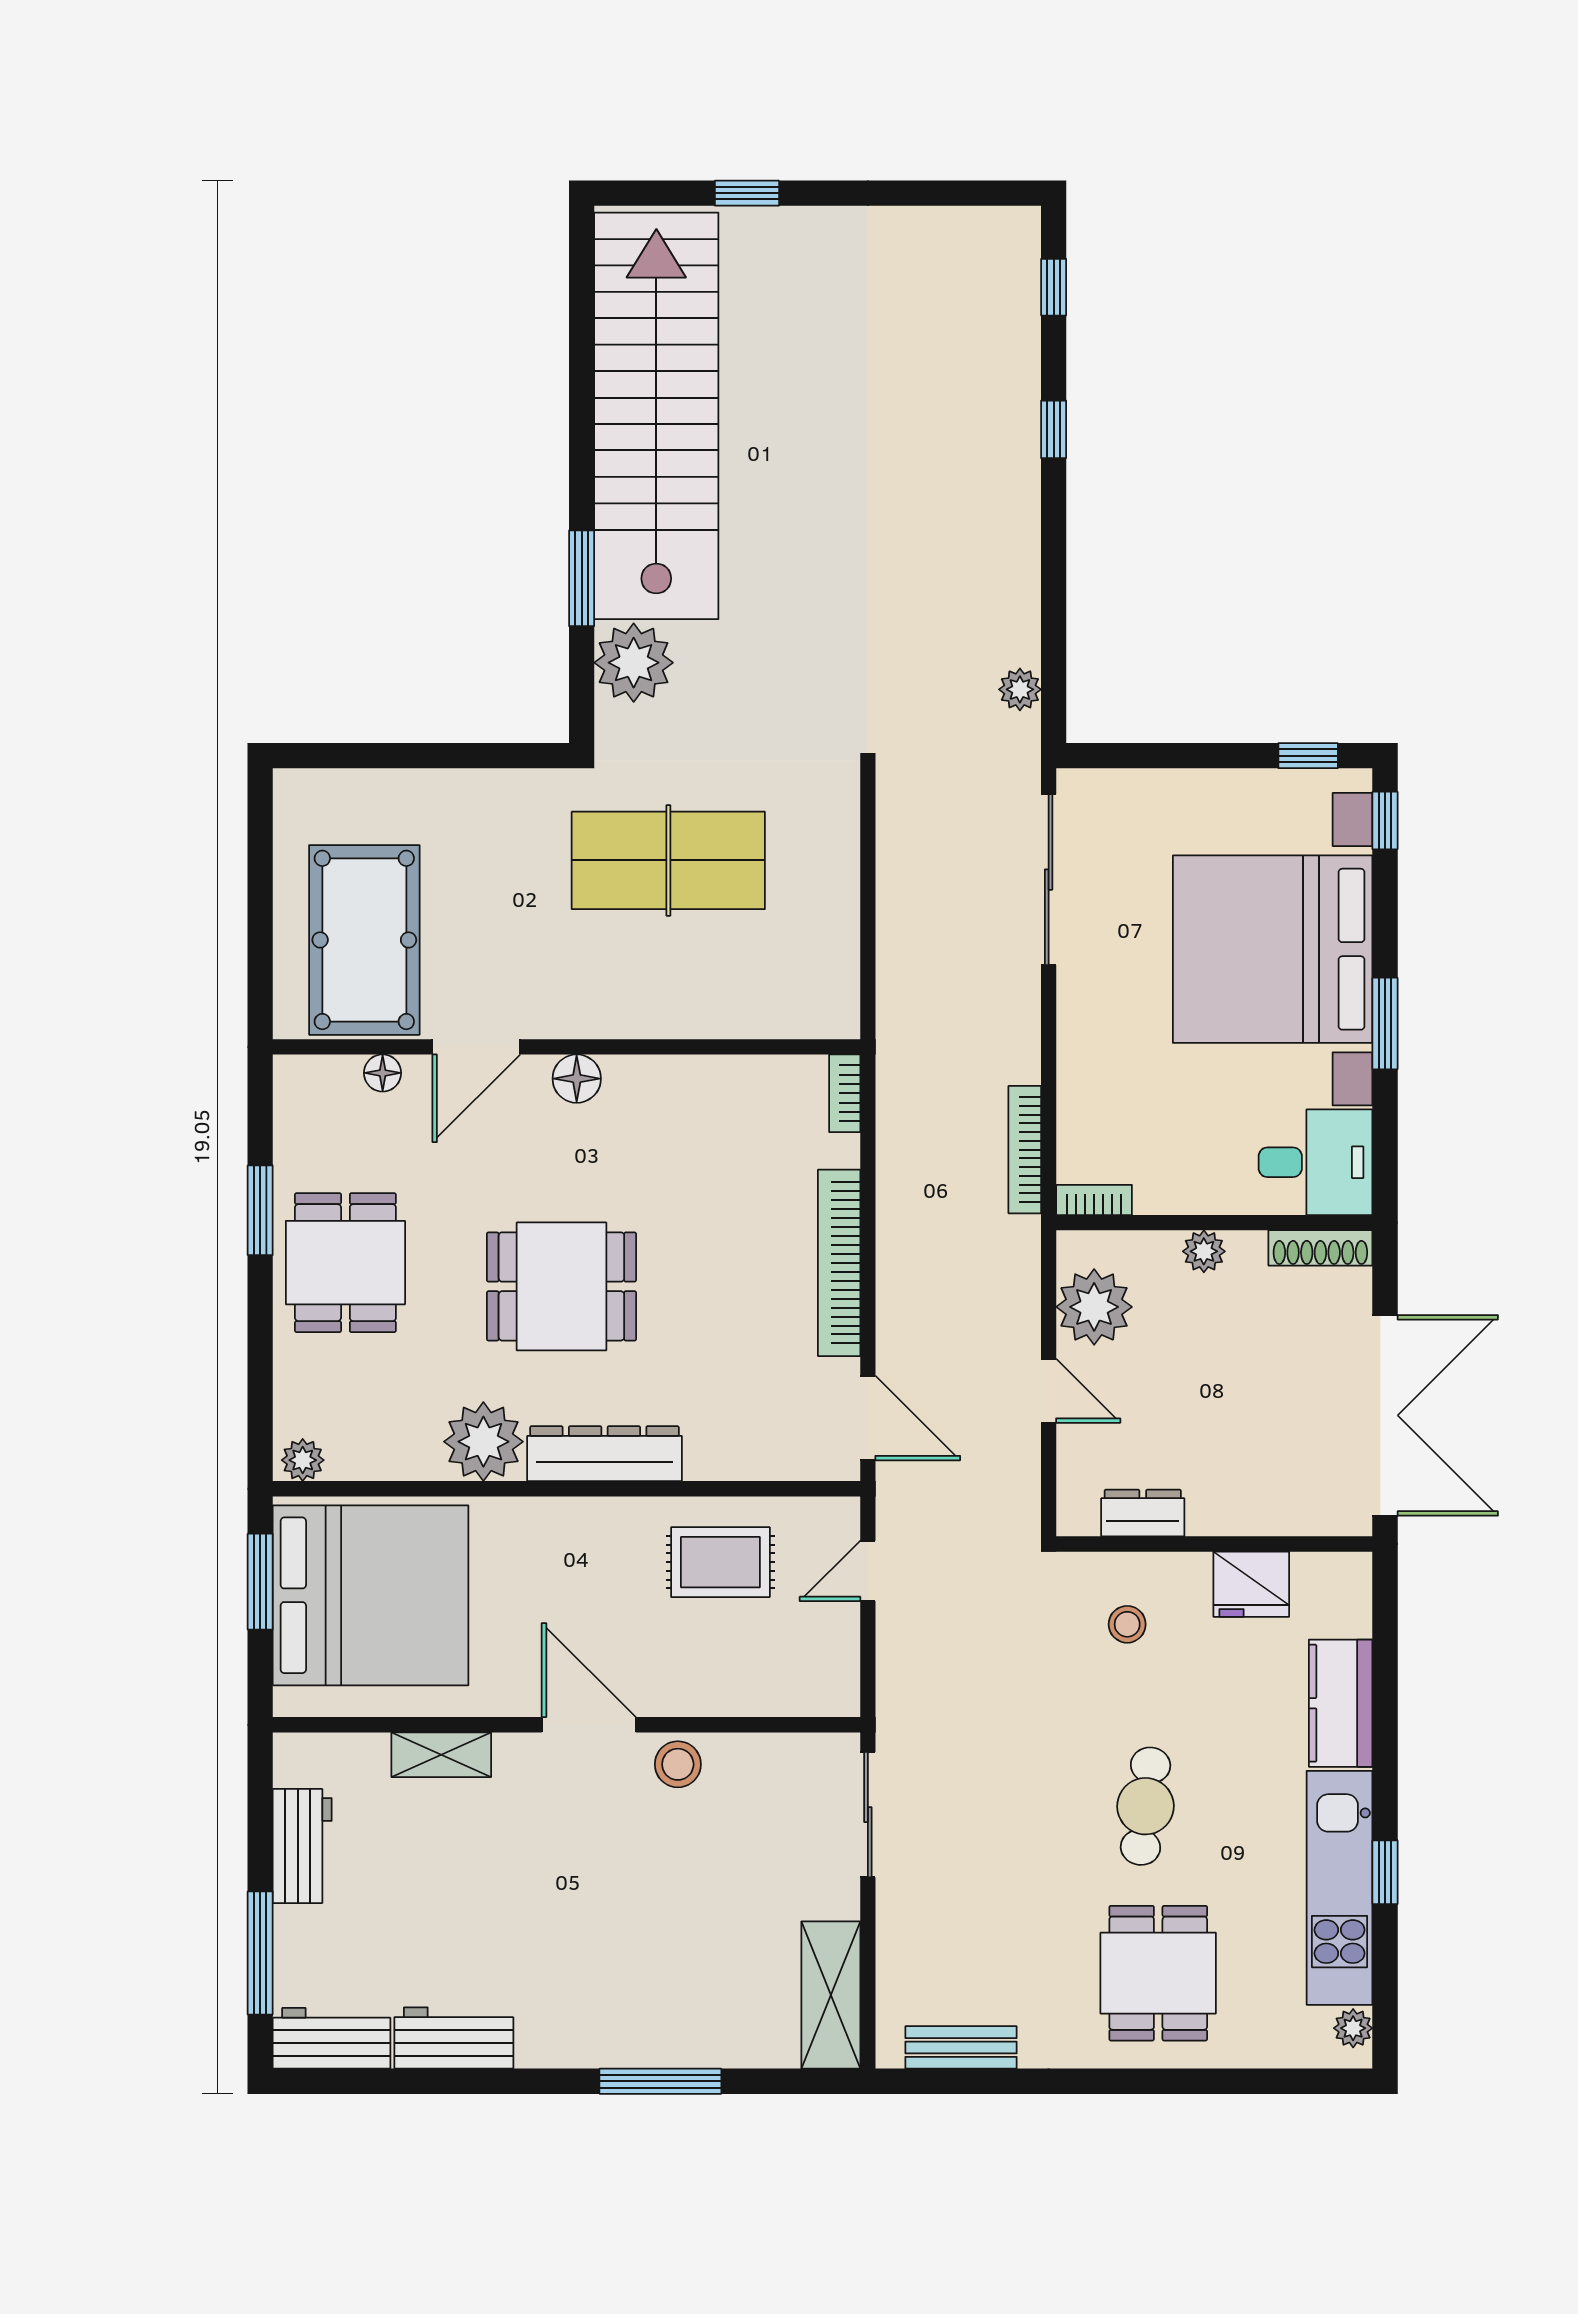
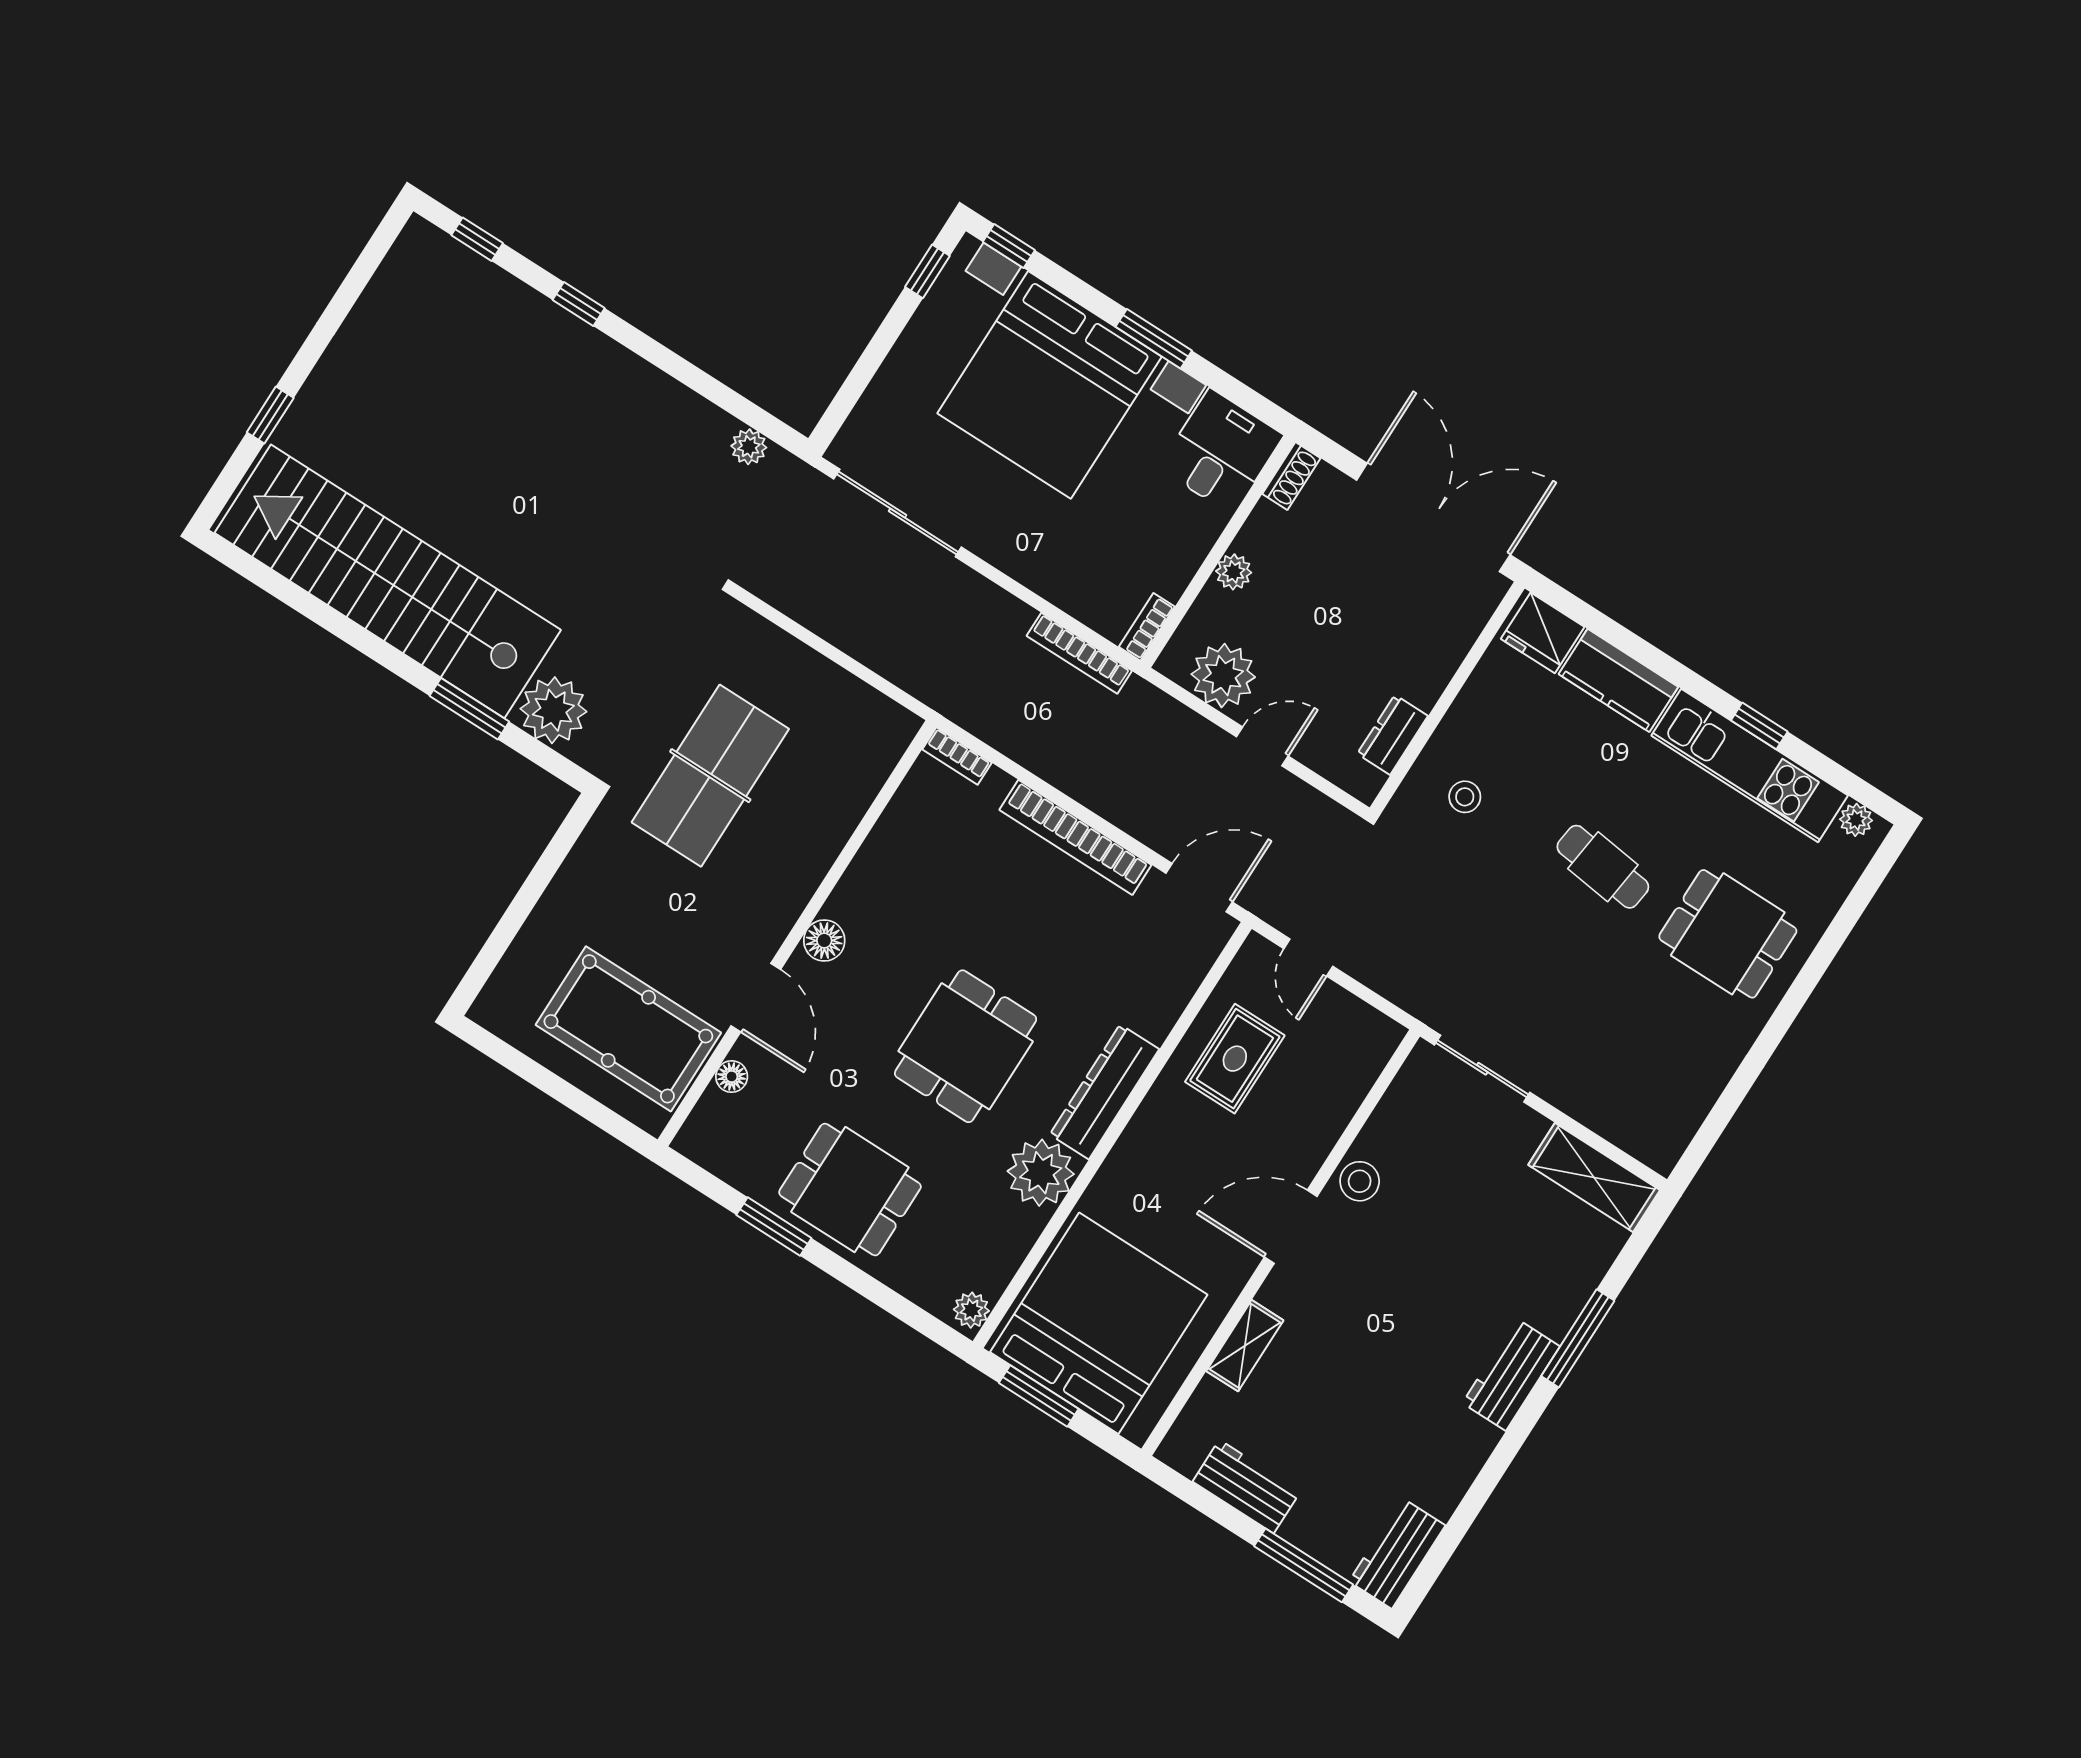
shoe rack: (1320, 1248) -> (1291, 476), width x0.70
fridge: (1251, 1584) -> (1543, 633), moved, turned 90
workbench: (454, 2038) -> (1511, 1375), moved
bench: (961, 2047) -> (1691, 1108), removed

